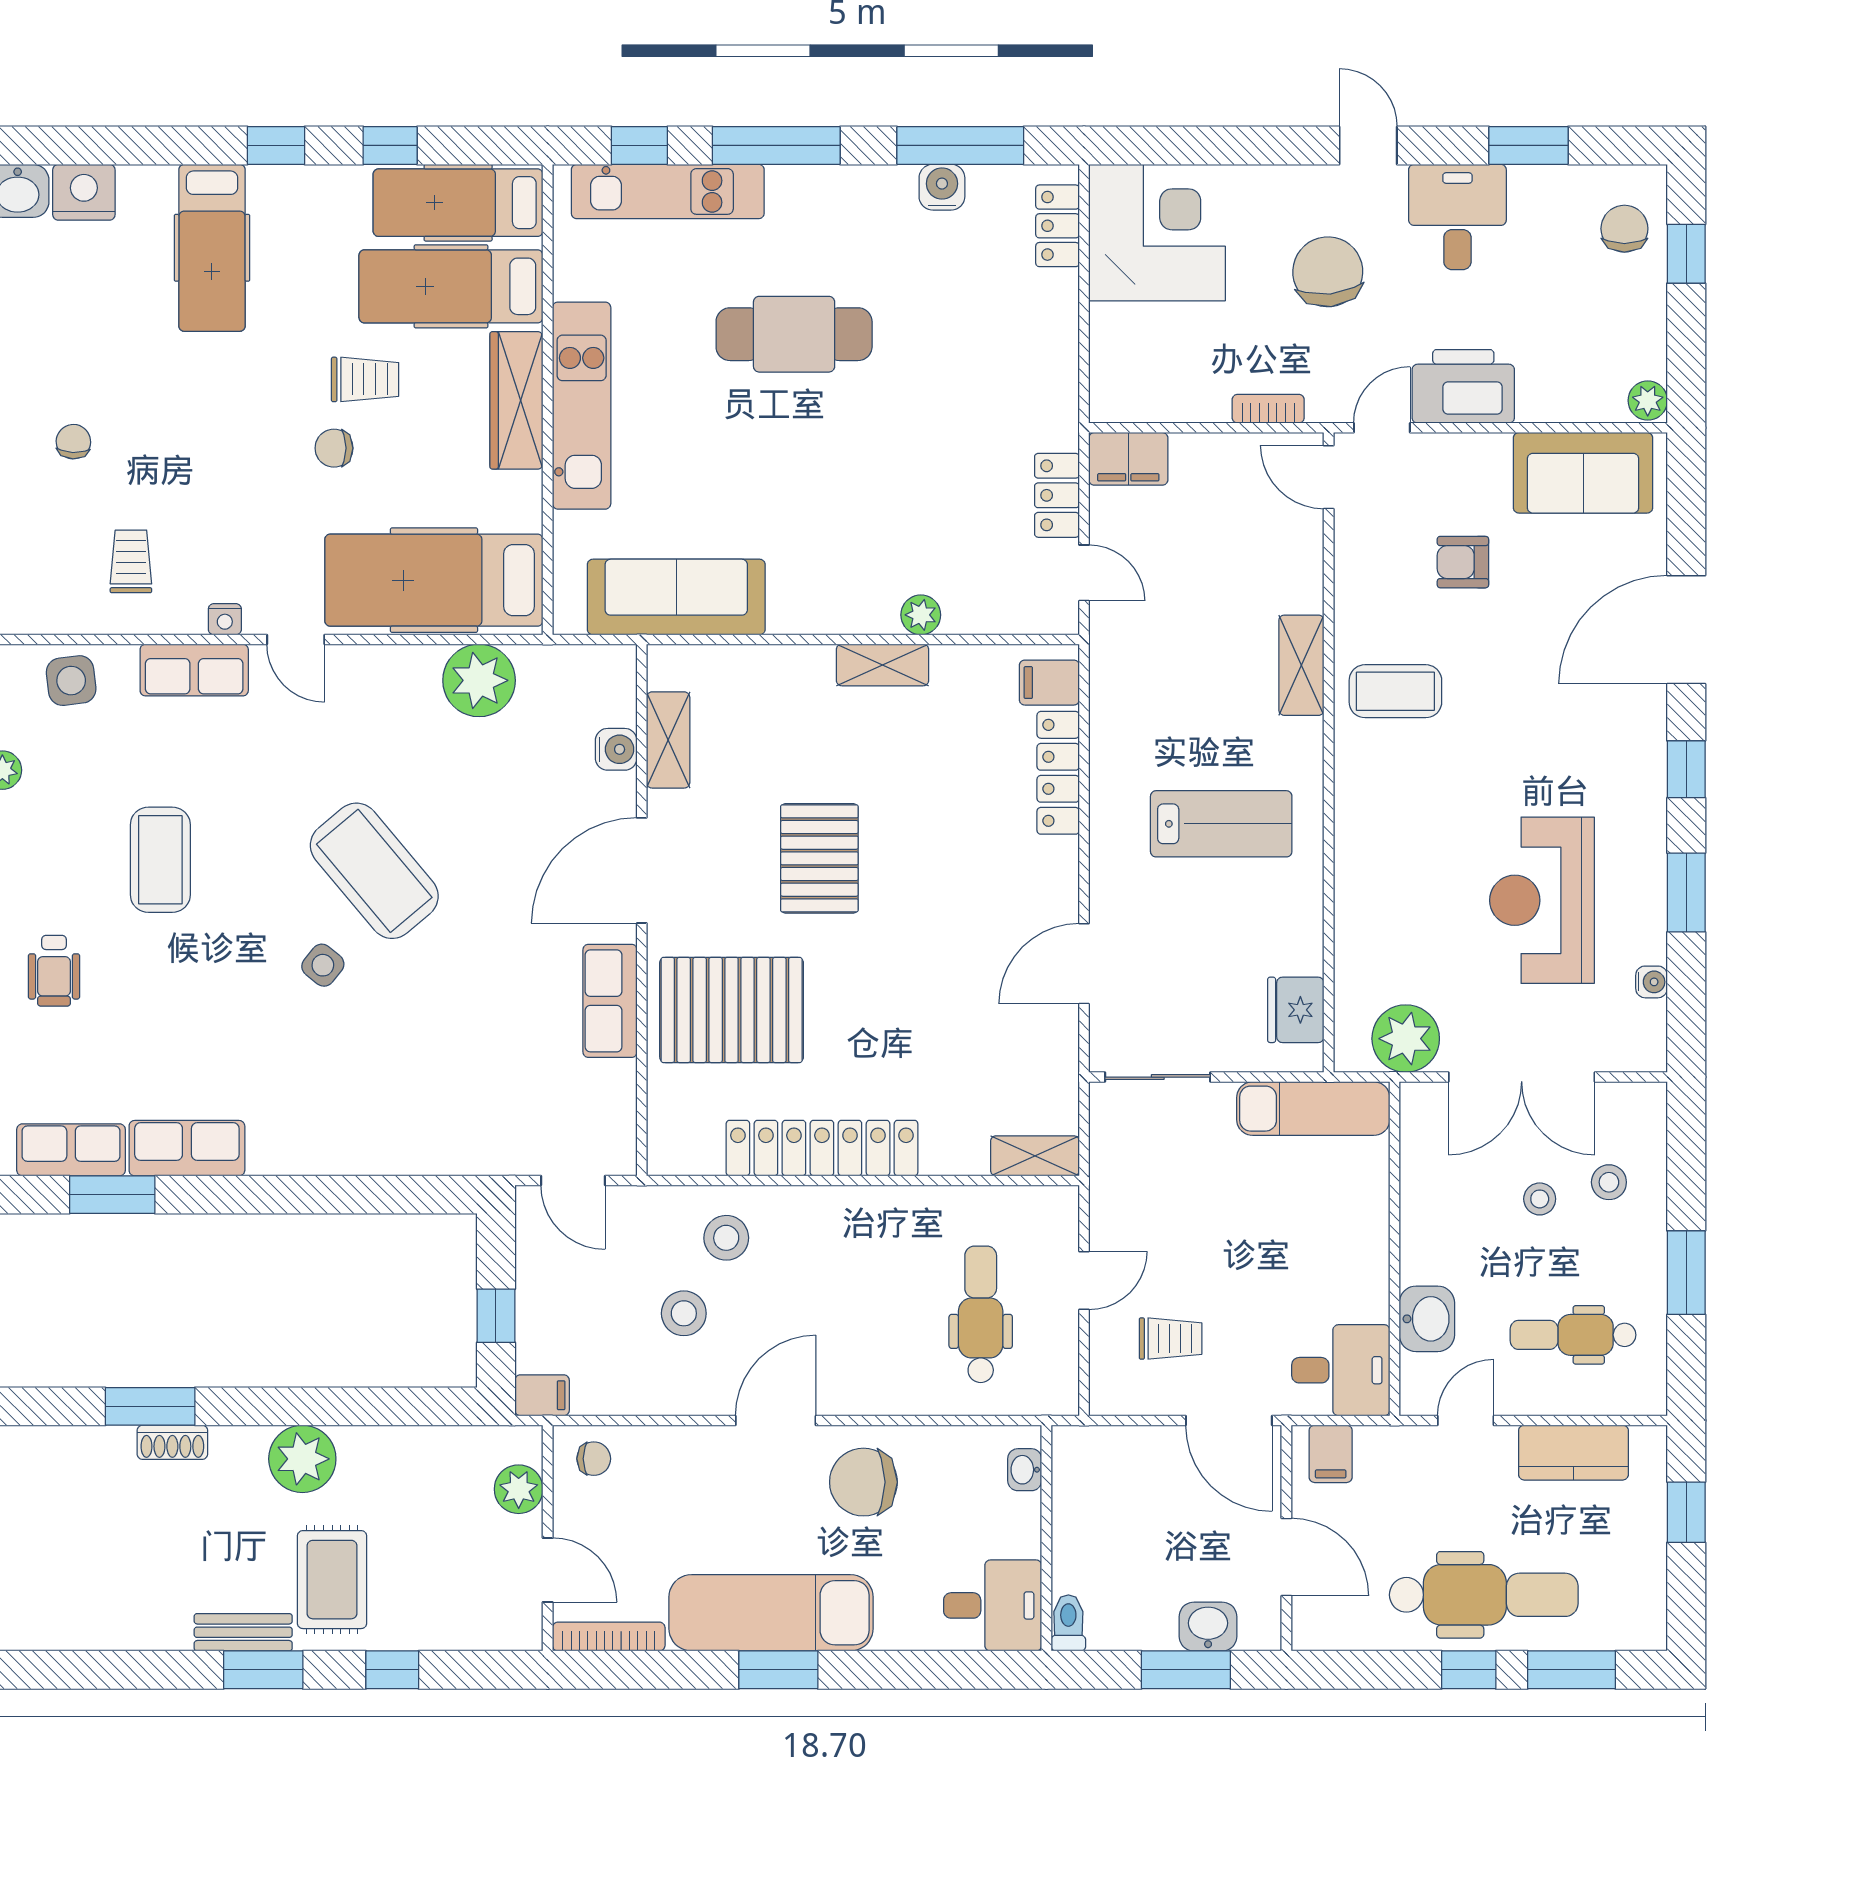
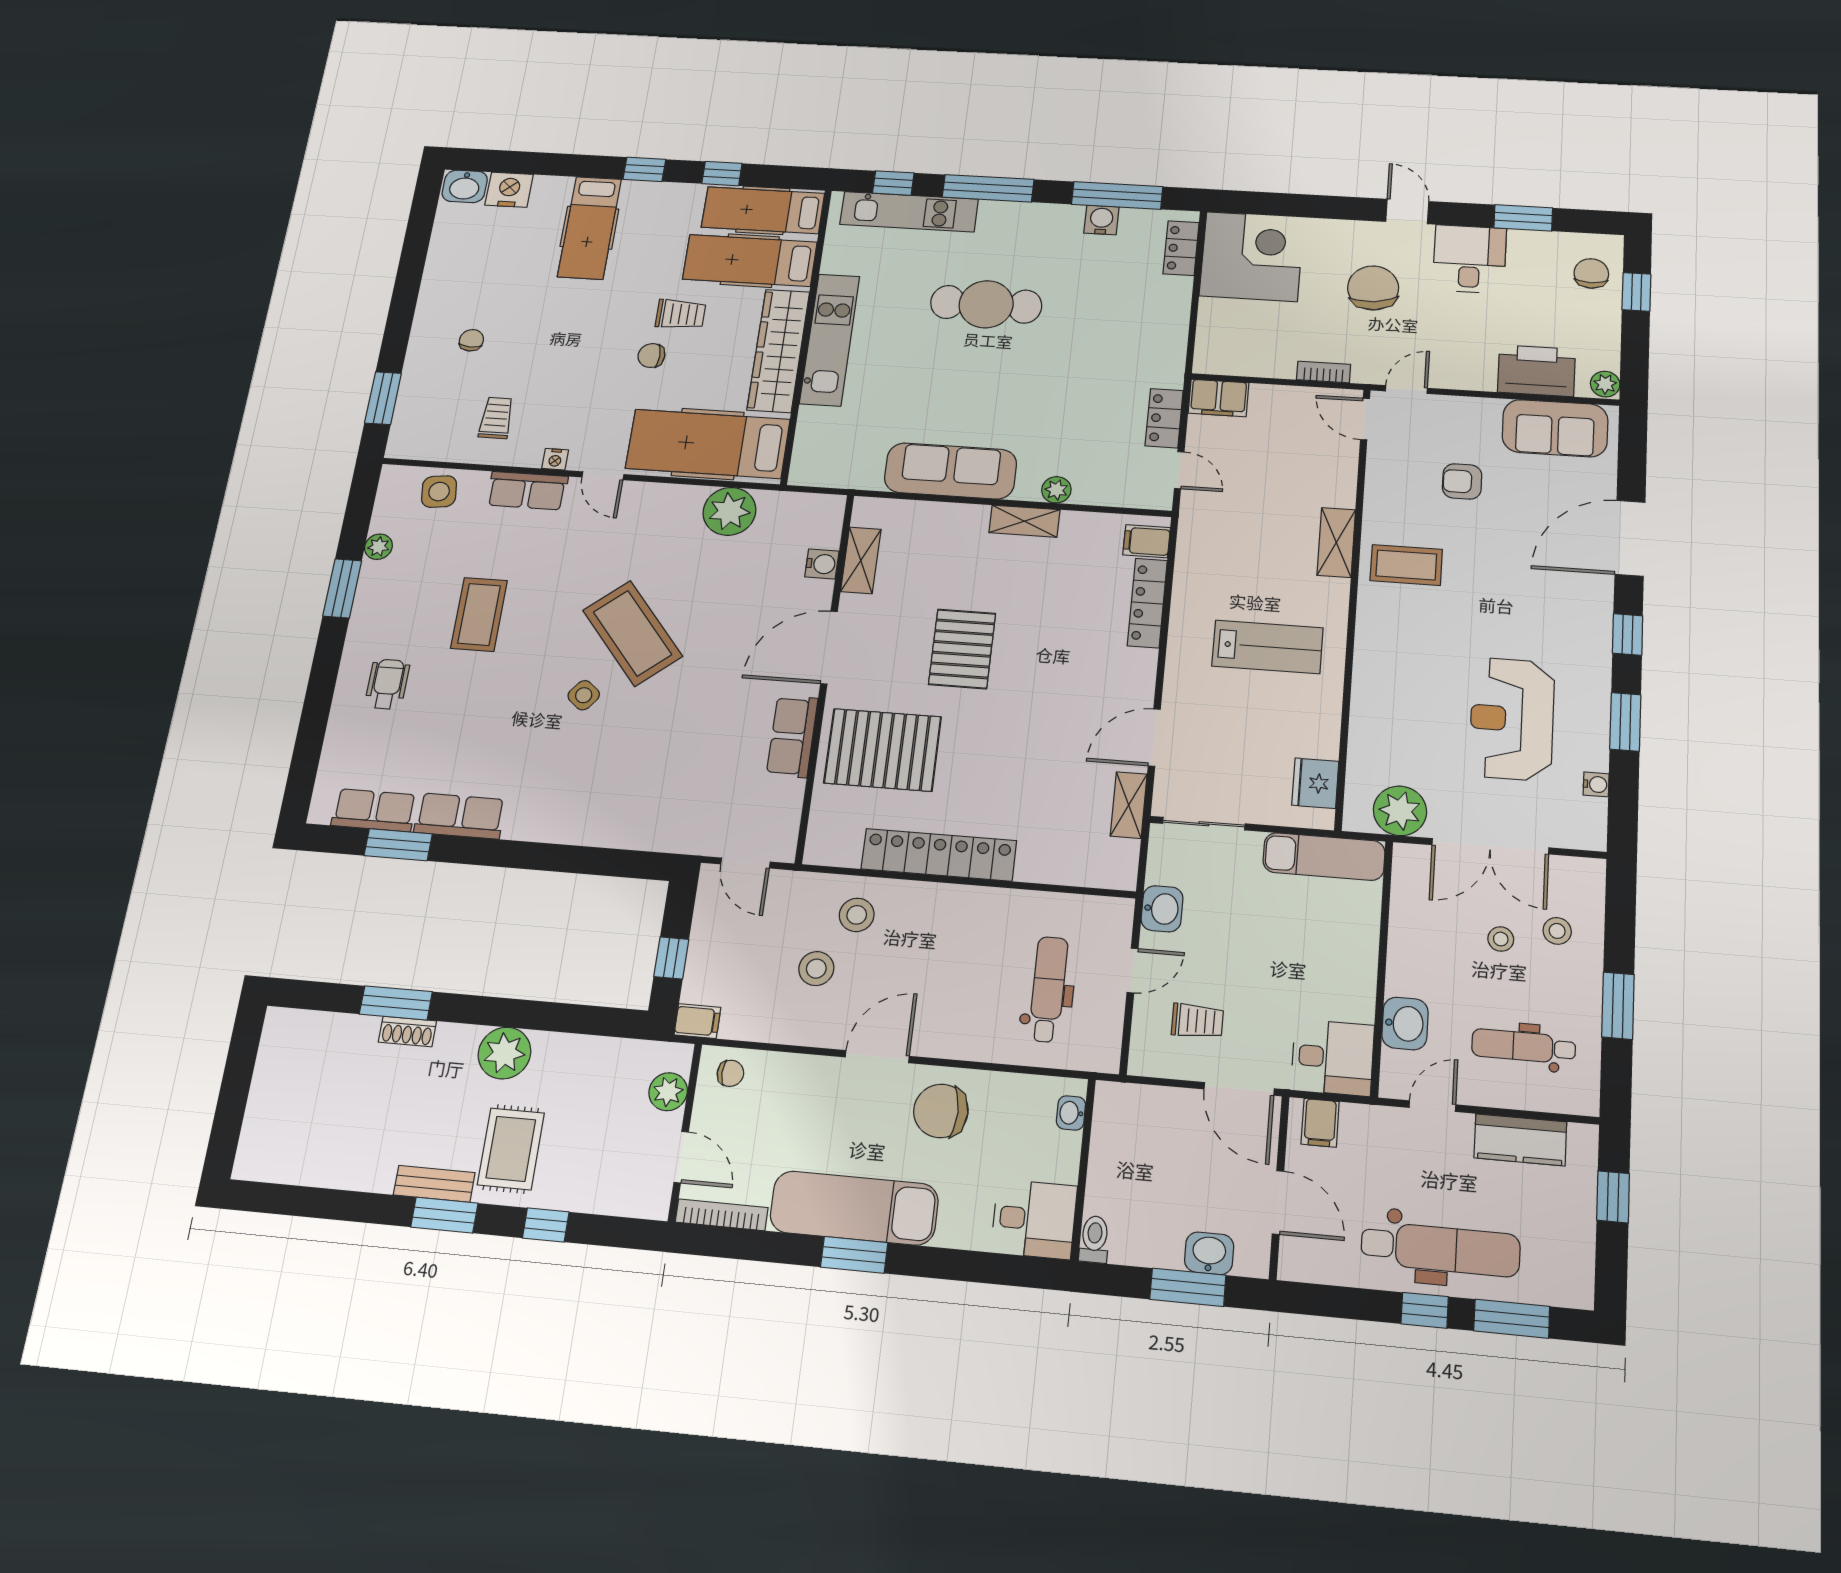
printer: (1463, 386) -> (1536, 371), moved
wardrobe: (516, 400) -> (778, 351), width x1.40, depth x1.17
sofa: (676, 597) -> (951, 471), moved
wheelchair: (54, 971) -> (387, 684), turned 180
shelving: (1035, 1156) -> (1129, 805), moved, turned 90
washbasin: (1114, 1196) -> (1162, 909), added

